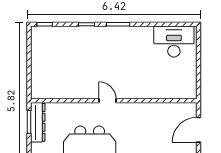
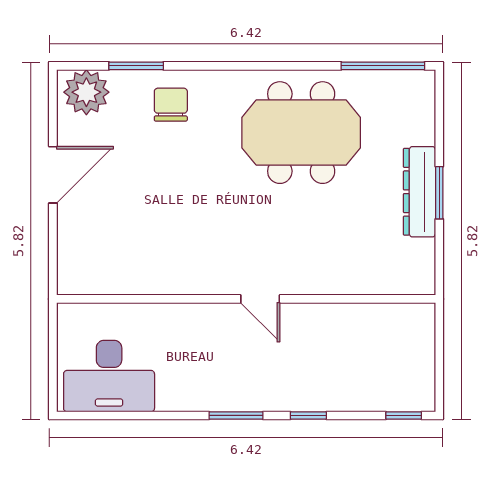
door: (108, 101) -> (260, 299), moved
wall: (114, 101) -> (246, 299), moved

